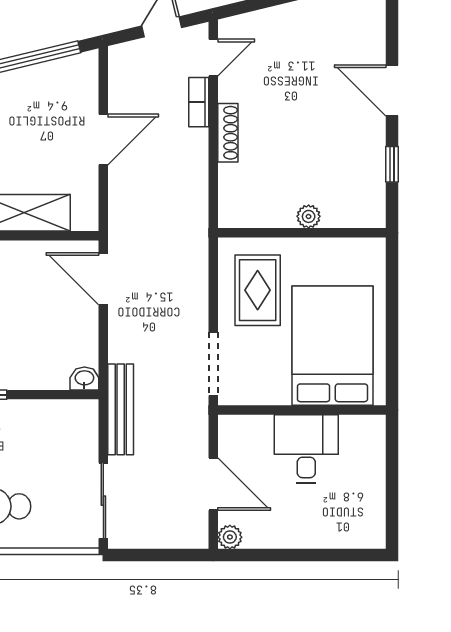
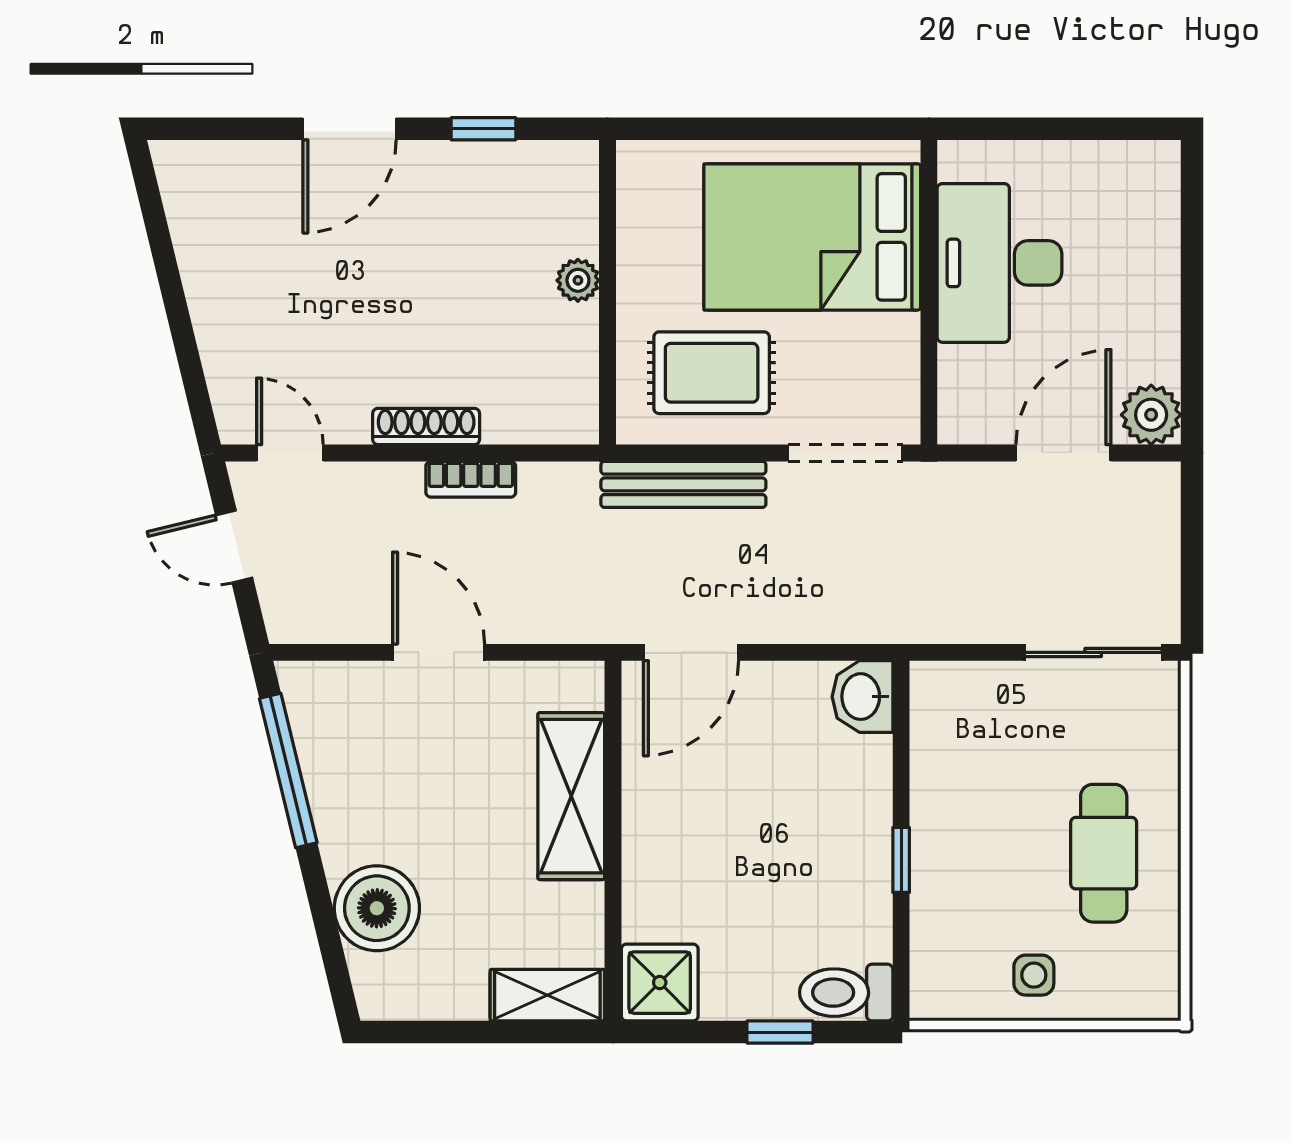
bookcase: (199, 102) -> (471, 479), moved
washbasin: (84, 379) -> (863, 697), width x1.38, depth x1.45
bench: (121, 409) -> (683, 484), moved
desk: (306, 449) -> (999, 263), width x1.37
plant: (230, 537) -> (1151, 415), width x1.38, depth x1.38

